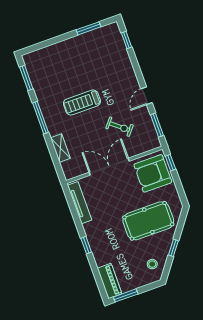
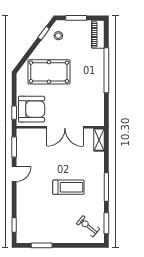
exercise bike: (120, 127) -> (88, 226), moved
shelving: (60, 148) -> (99, 140), moved
tv unit: (80, 203) -> (99, 107), removed
window: (86, 245) -> (106, 70), width x3.17
window: (173, 248) -> (44, 33), moved
window: (126, 295) -> (76, 18), moved

